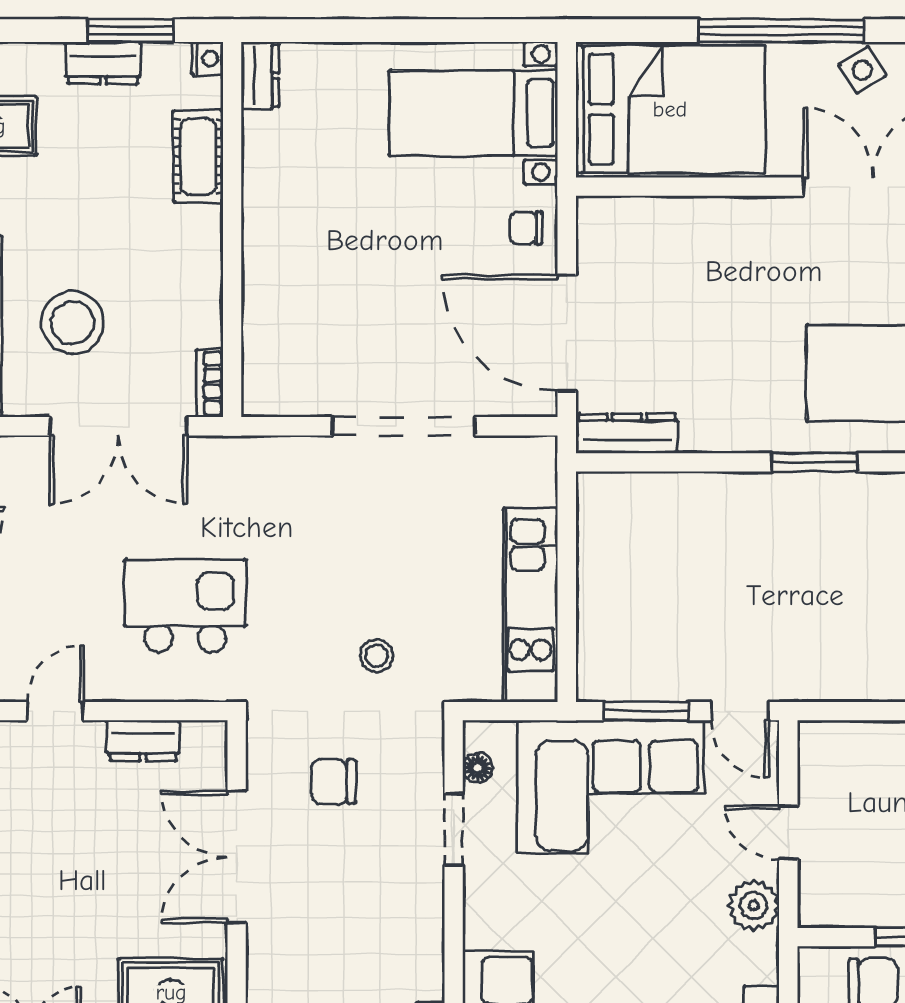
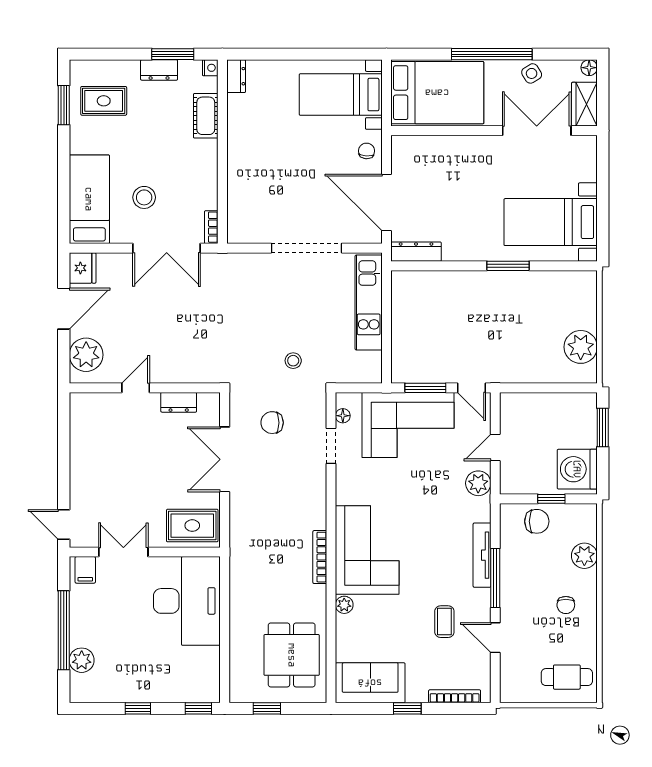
chair: (526, 228) -> (367, 151), turned 94
stool: (73, 323) -> (144, 197), width x0.73, depth x0.73
kitchen unit: (530, 605) -> (369, 303), moved
kitchen island: (185, 606) -> (199, 336), removed
door: (788, 833) -> (495, 448), hinge flipped

